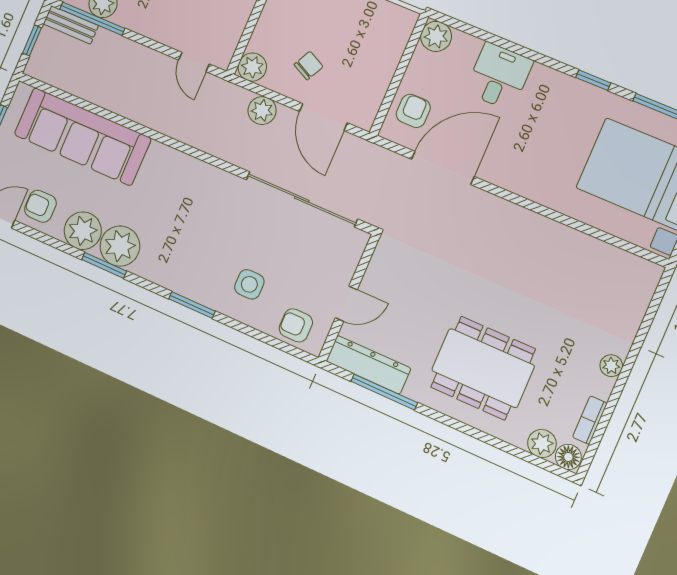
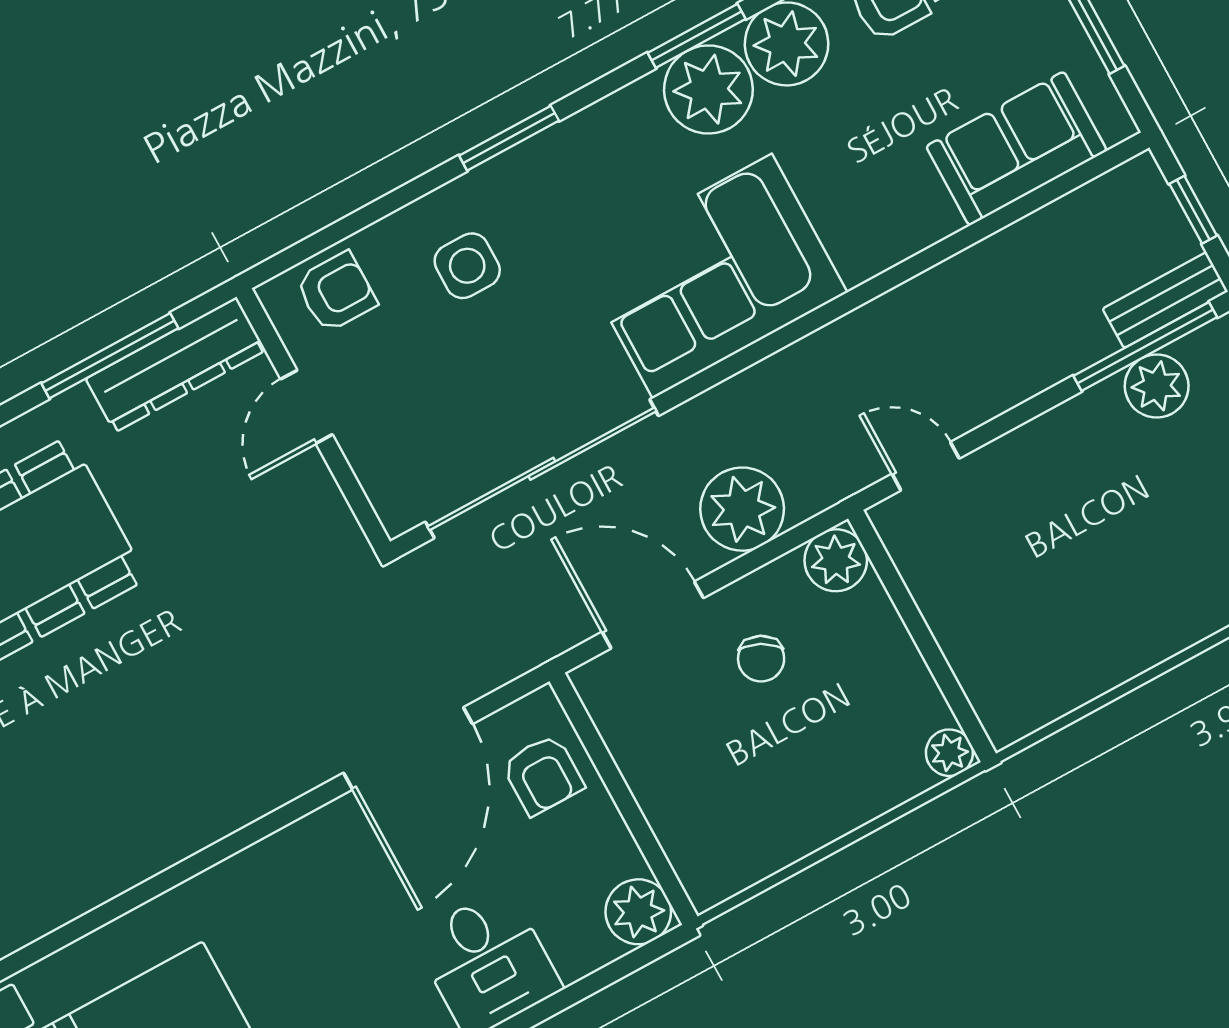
plant: (262, 111) -> (742, 509), width x1.36, depth x1.36
sofa: (82, 136) -> (1016, 149), width x0.54, depth x0.79
corner sofa: (185, 192) -> (712, 276), added

